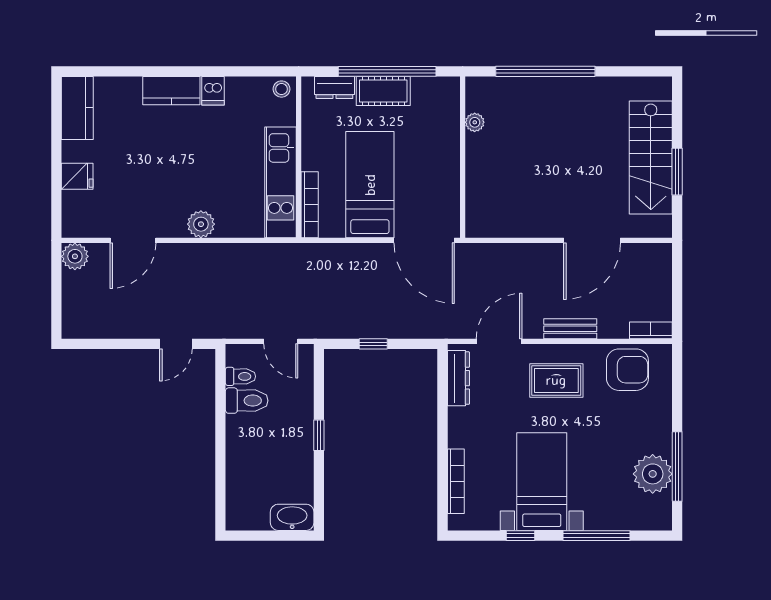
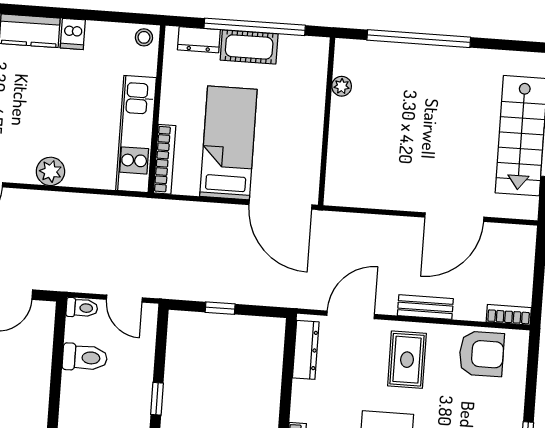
toilet: (240, 376) -> (82, 308), moved
rug: (556, 380) -> (407, 360), turned 90

